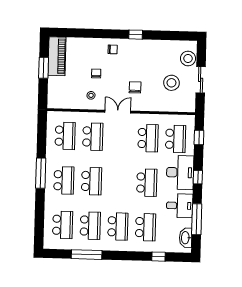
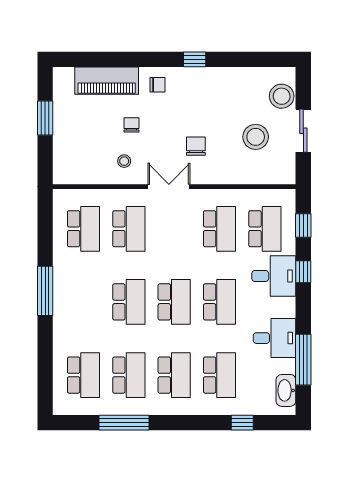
piano: (57, 56) -> (107, 81), moved, turned 90
desk: (180, 172) -> (274, 276), width x0.73
window: (198, 177) -> (303, 272), moved
school desk: (64, 180) -> (174, 302), moved

